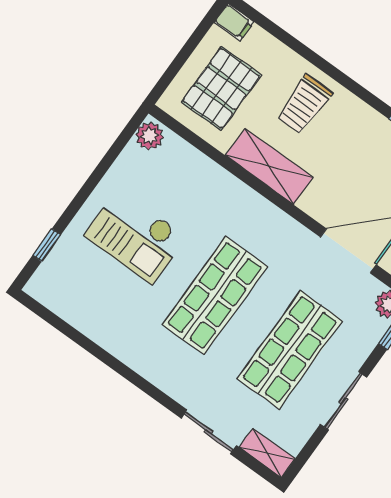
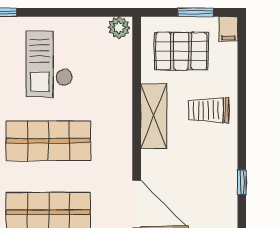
window: (192, 44) -> (196, 12), added

